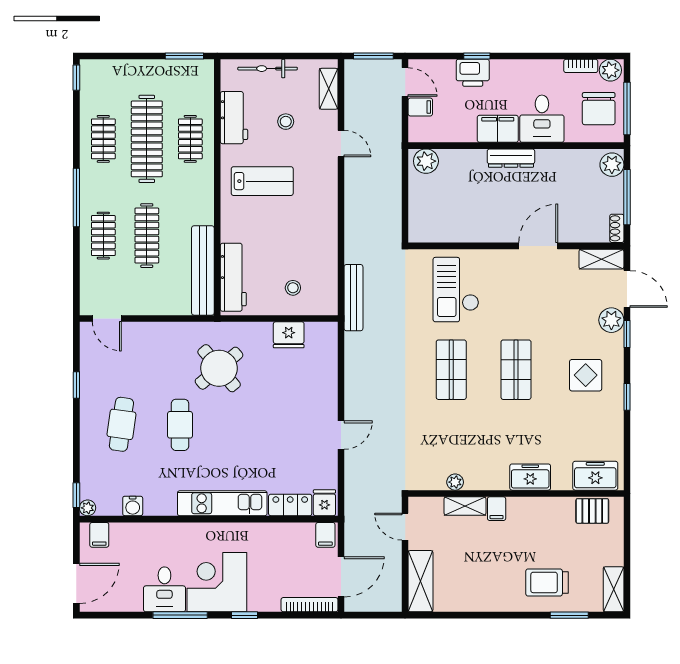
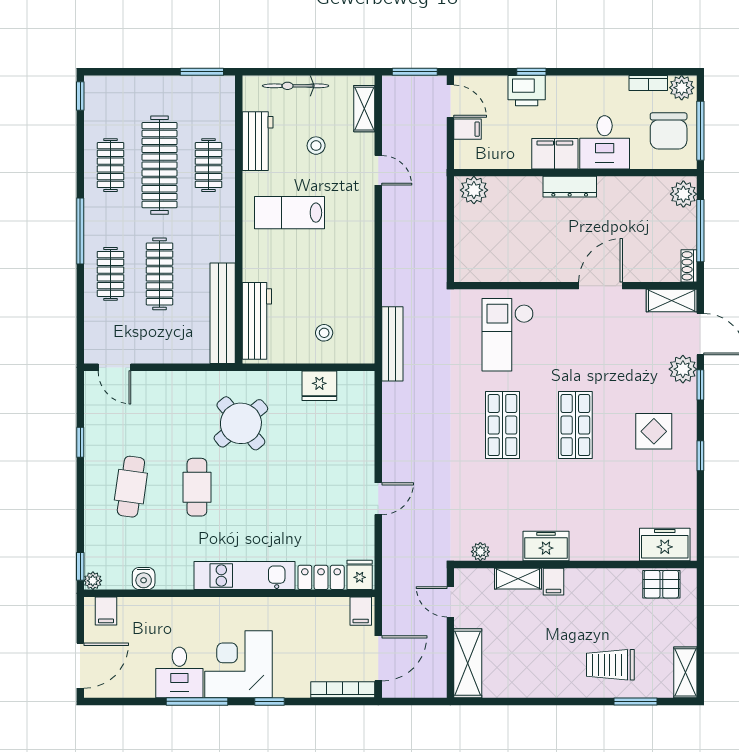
lab bench: (262, 181) -> (290, 213), turned 180
freezer: (530, 477) -> (546, 546), moved
plant: (455, 482) -> (480, 552), moved

